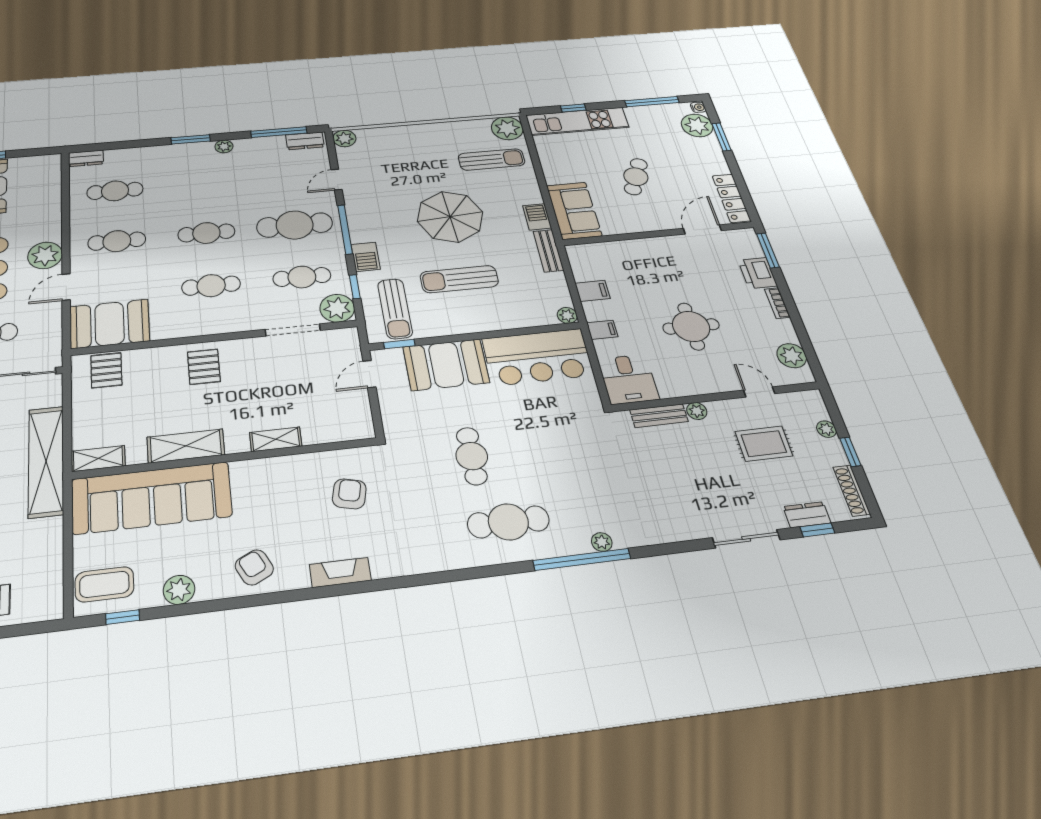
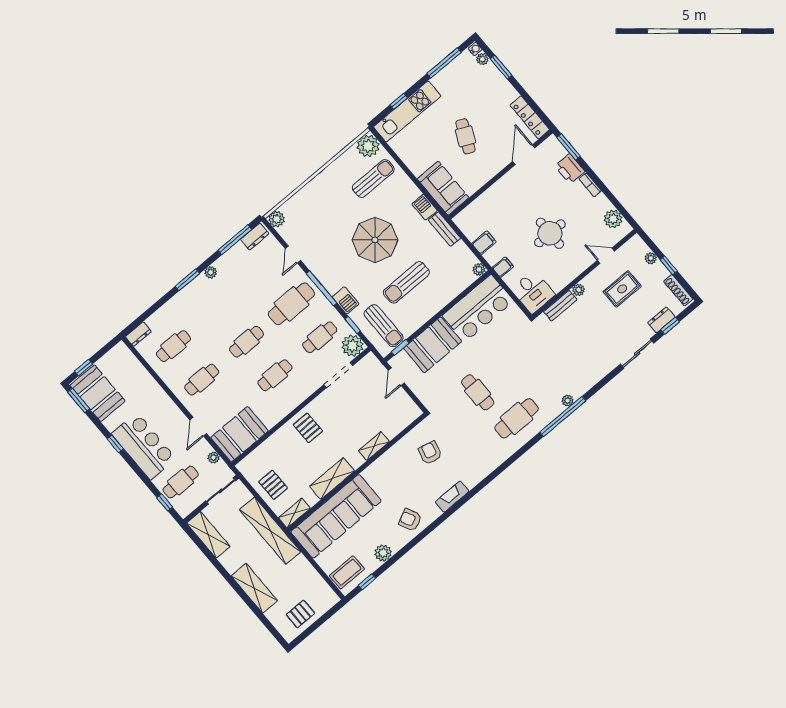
plant: (697, 125) -> (482, 59), width x0.53, depth x0.53
plant: (45, 255) -> (214, 458), moved, width x0.53, depth x0.53
pallet: (106, 370) -> (273, 485), moved

